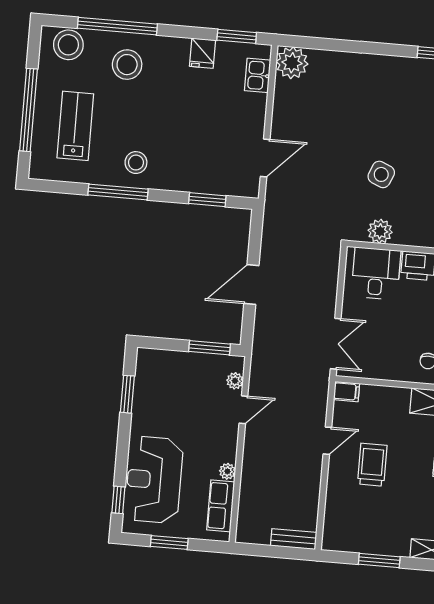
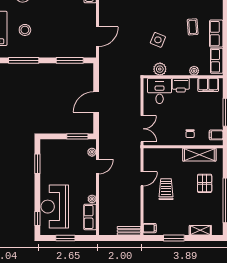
stool: (136, 163) -> (25, 30), moved
window: (207, 200) -> (70, 60), width x1.44
filing cabinet: (347, 392) -> (150, 228), moved

